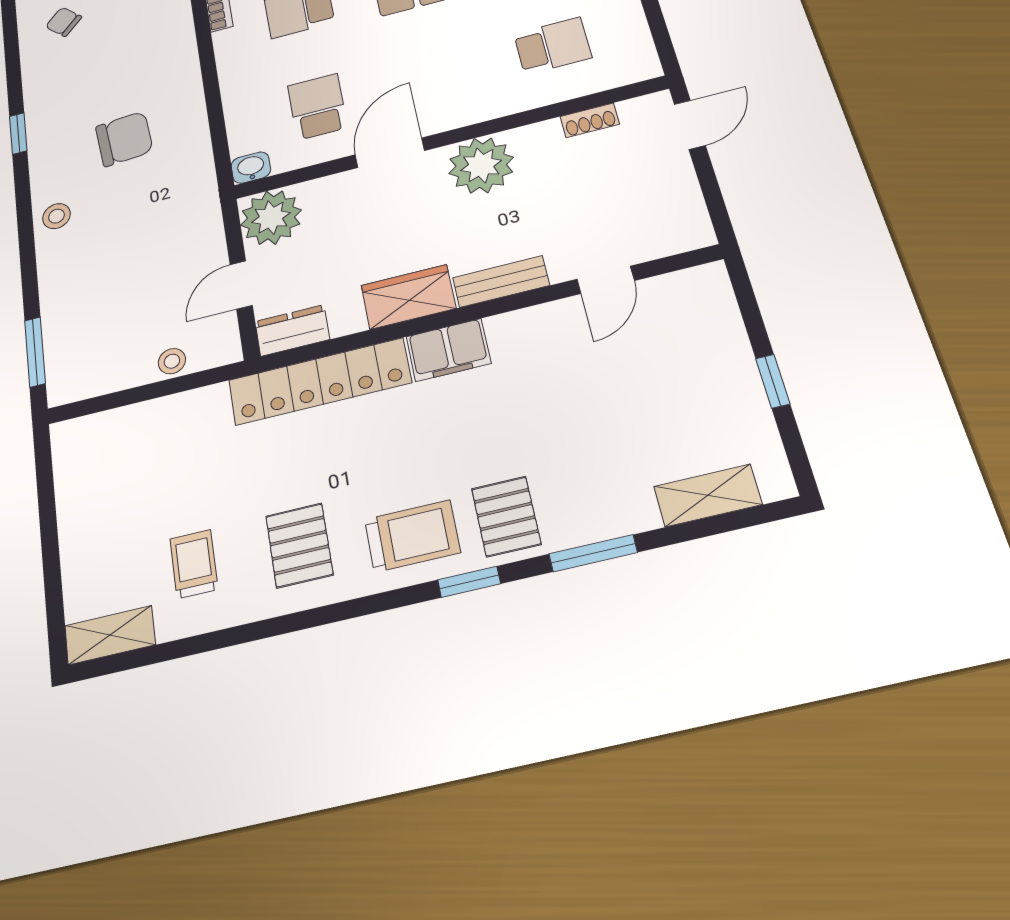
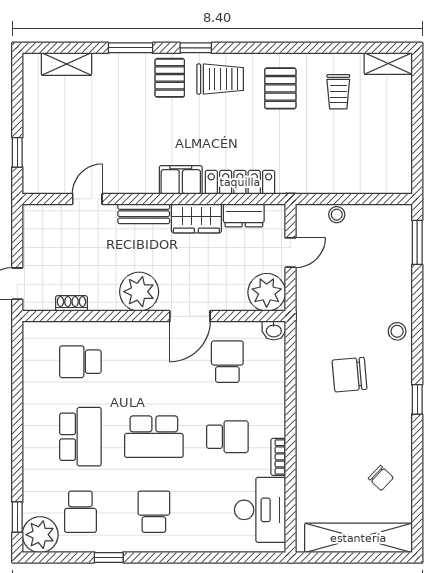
school desk: (317, 107) -> (227, 362), turned 180
dresser: (292, 330) -> (244, 215), moved
locker: (320, 381) -> (240, 182), width x0.71, depth x0.83
window: (773, 381) -> (17, 152), moved
trolley: (412, 536) -> (220, 79), turned 180

